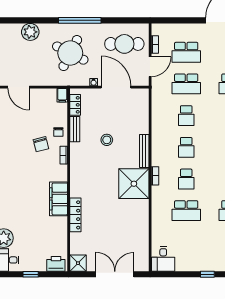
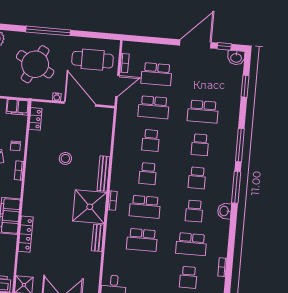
filing cabinet: (62, 95) -> (17, 107), width x2.00
bench: (75, 129) -> (98, 238), moved
school desk: (186, 179) -> (145, 207), width x1.85

